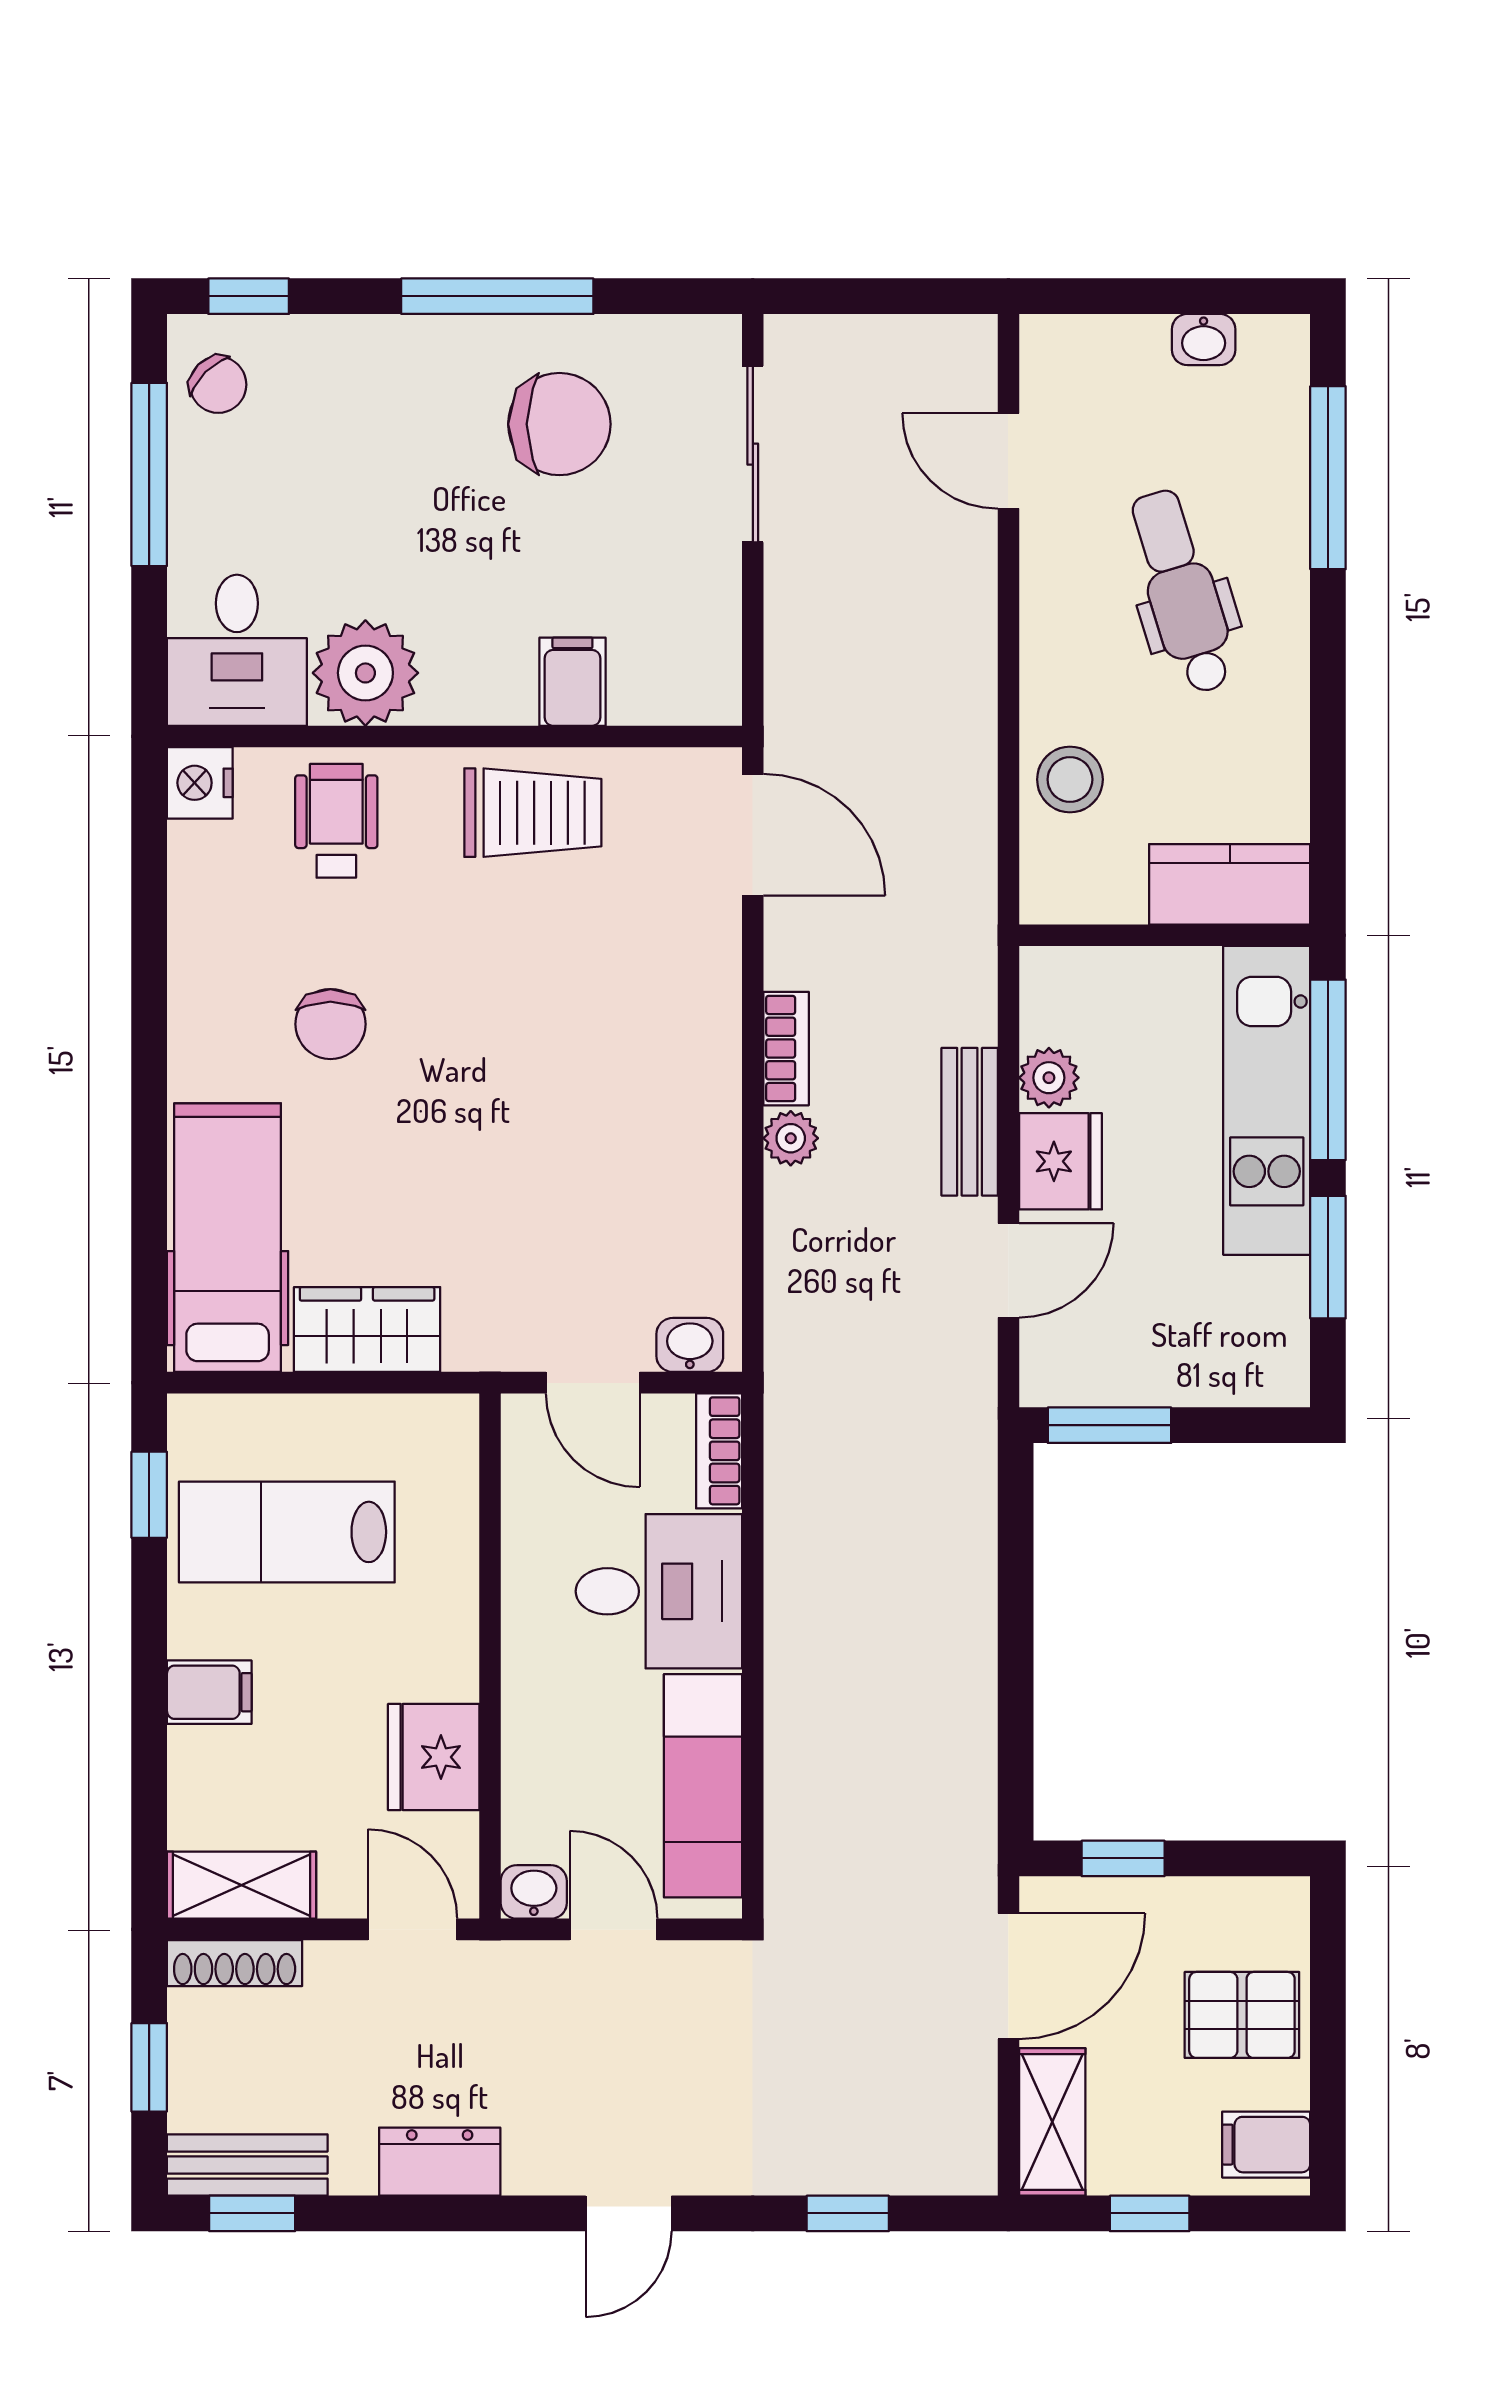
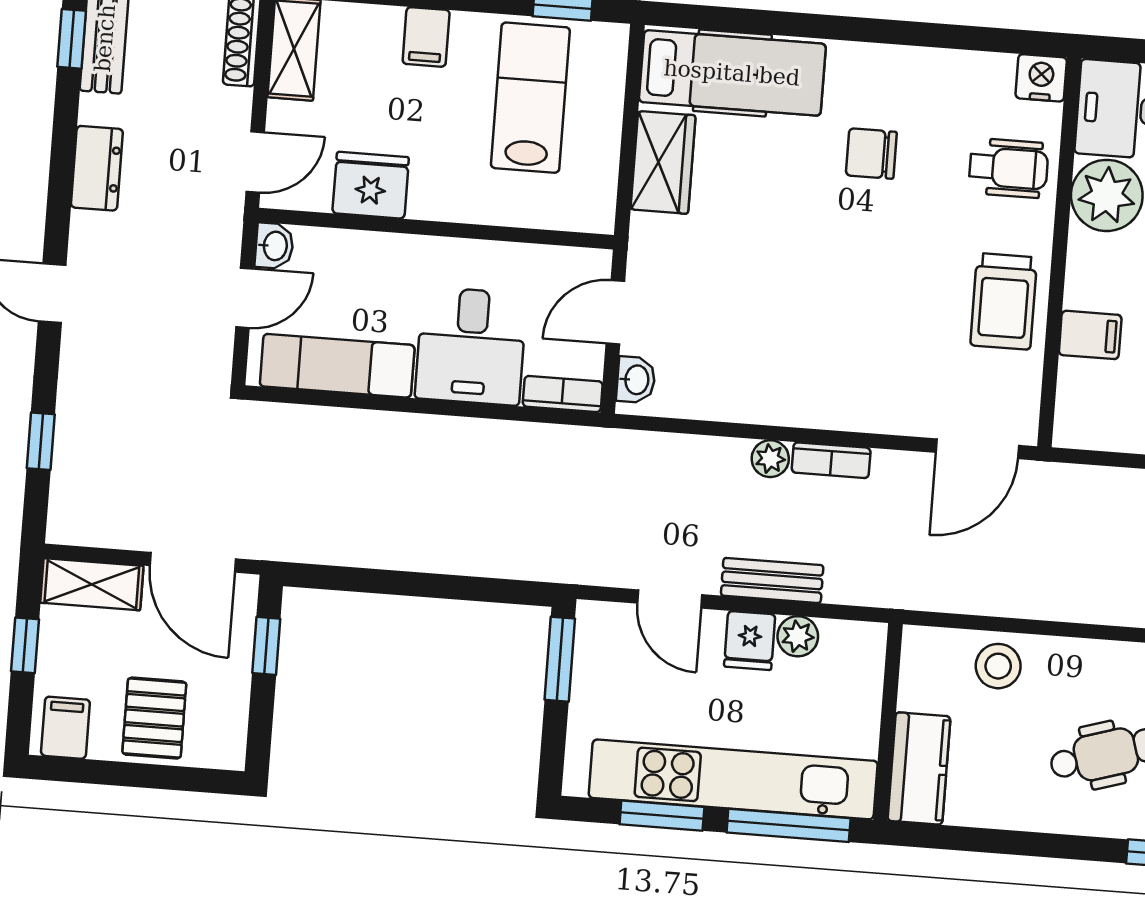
kitchen unit: (1267, 1100) -> (733, 779), width x1.36
fridge: (1061, 1161) -> (750, 641), width x0.72

